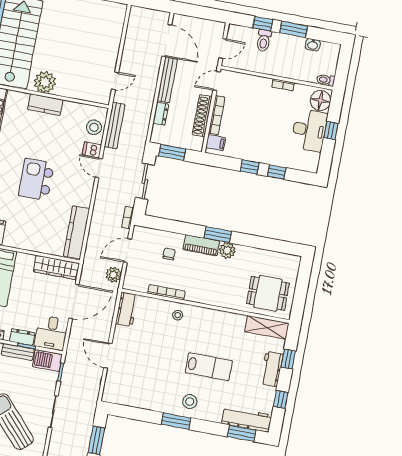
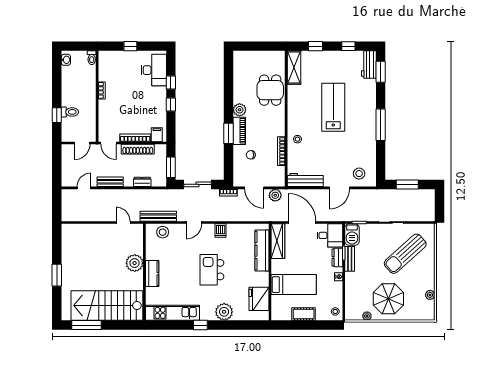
window: (294, 29) -> (57, 90), removed
door: (167, 40) -> (84, 188), width x0.53
washbasin: (313, 45) -> (66, 60), moved
door: (223, 48) -> (82, 143), swing flipped
bench: (167, 80) -> (110, 182), width x0.73
plant: (45, 82) -> (135, 263), moved
floor lamp: (320, 100) -> (108, 59), removed
desk: (309, 130) -> (154, 70), moved, turned 90
dishwasher: (92, 150) -> (221, 231), moved
kitchen island: (36, 179) -> (212, 270), turned 90
kitchen counter: (76, 232) -> (262, 251), moved, turned 90
window: (218, 235) -> (229, 133), moved
dining table: (268, 293) -> (270, 90), moved
workbench: (127, 309) -> (305, 180), width x1.37
lab bench: (209, 367) -> (333, 107), width x1.36, depth x1.39
workbench: (272, 369) -> (326, 58), removed
stool: (190, 402) -> (359, 174), moved
workbench: (247, 419) -> (369, 65), width x0.73
window: (176, 421) -> (381, 125), width x1.44

